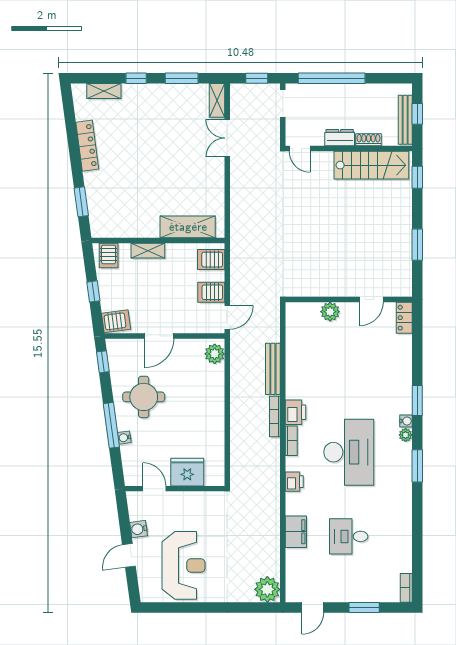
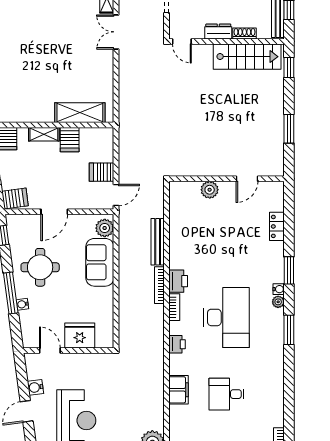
server rack: (211, 260) -> (70, 140), moved, turned -90
locker: (404, 318) -> (277, 226), moved
sofa: (209, 391) -> (100, 262), added

